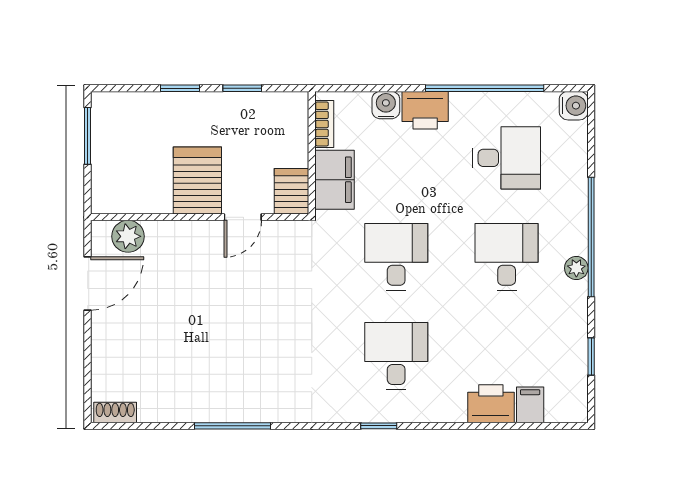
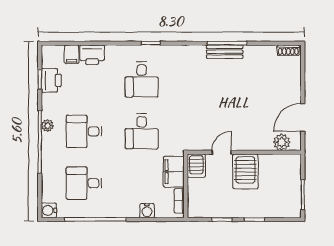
printer: (425, 110) -> (51, 80), moved, turned 90
desk: (507, 257) -> (84, 131), turned 90
bench: (237, 410) -> (225, 52), added

